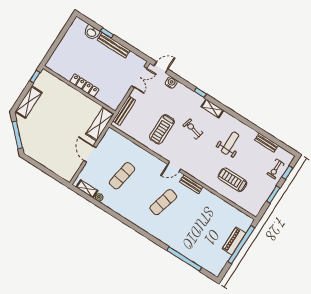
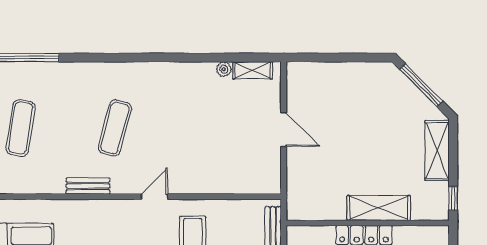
shelving: (100, 124) -> (379, 208), moved, turned 90
door: (174, 167) -> (154, 197), moved
exercise mat: (122, 176) -> (21, 128), moved

